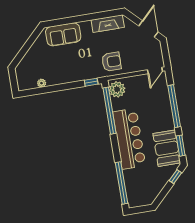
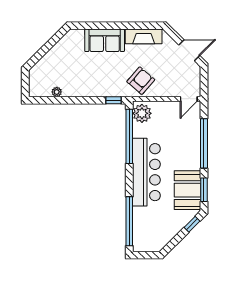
door: (148, 29) -> (189, 50), hinge flipped
sofa: (63, 34) -> (105, 40), moved
armchair: (111, 62) -> (141, 81), turned -49

